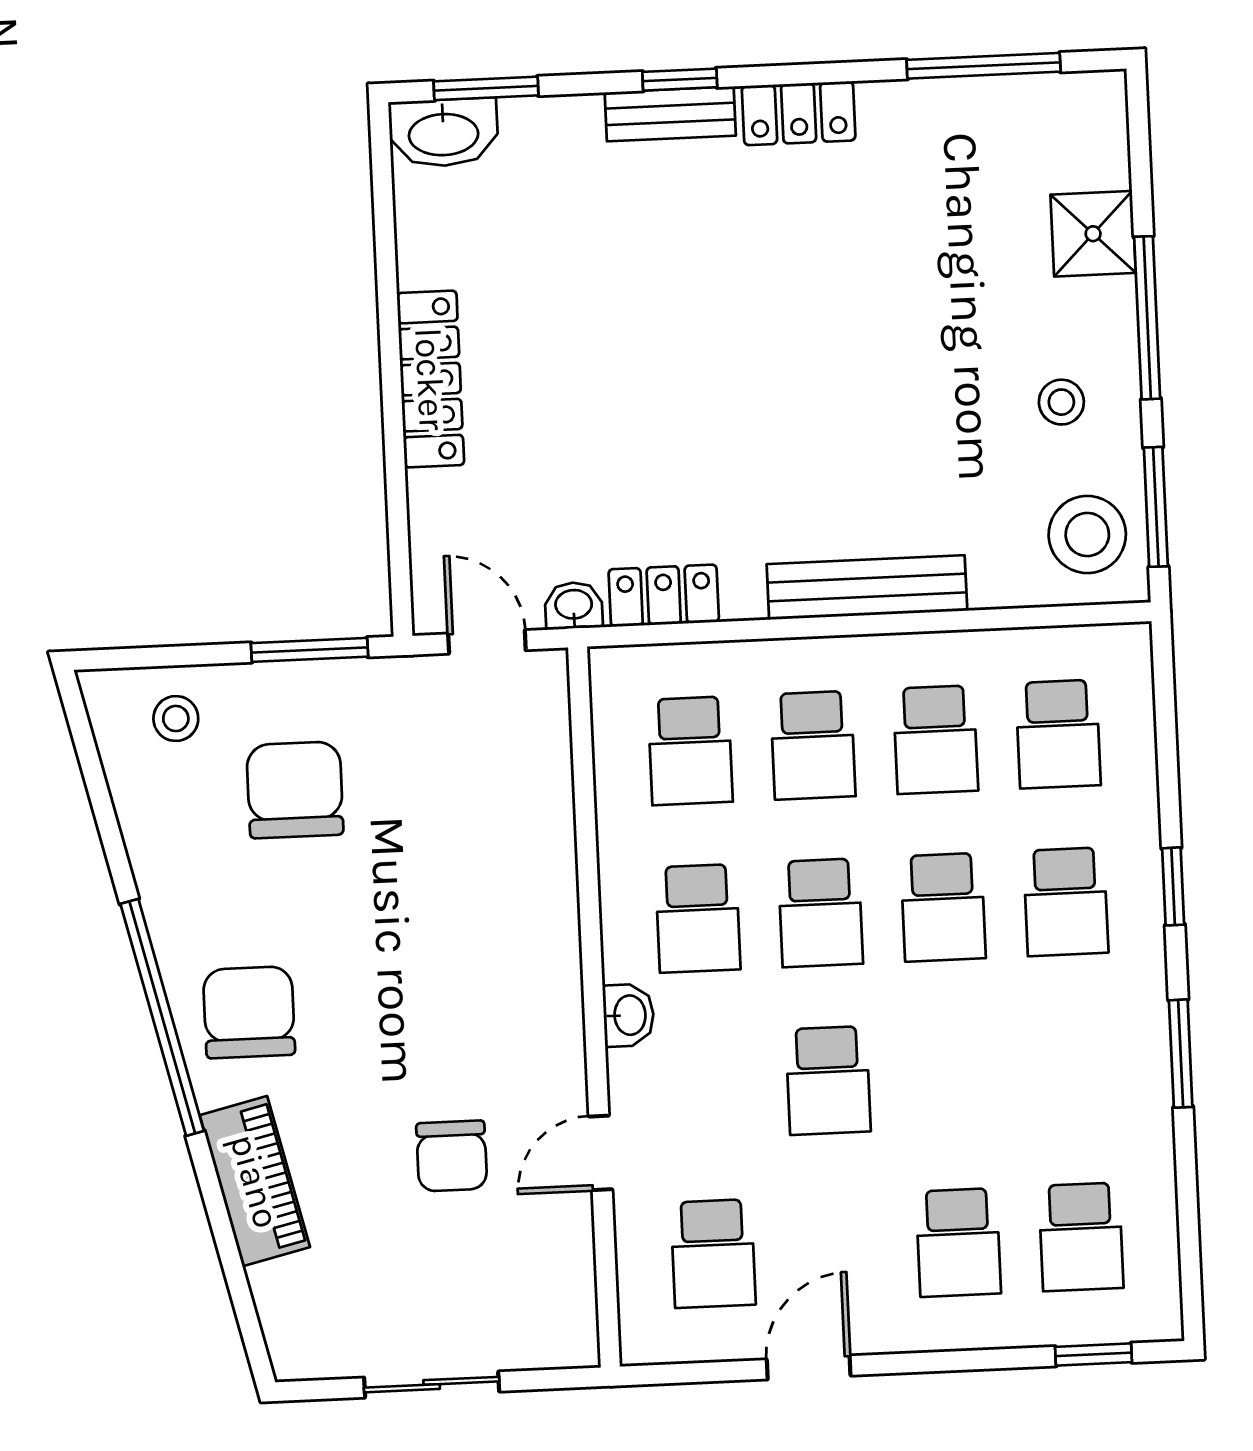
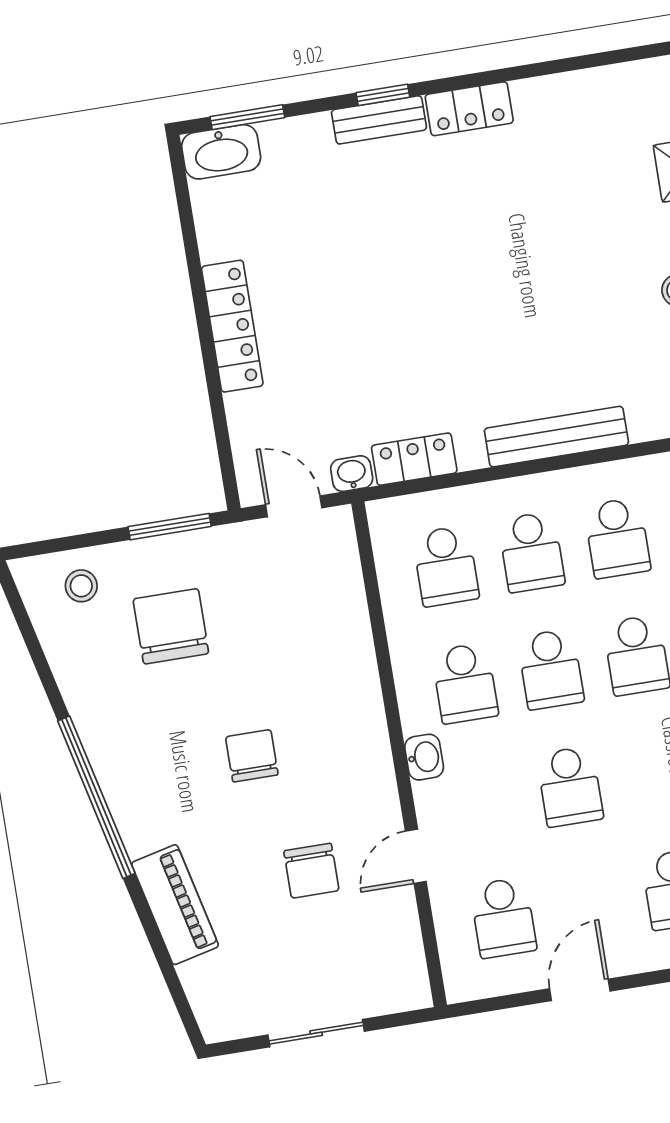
window: (984, 66) -> (595, 60), removed
chair: (249, 1012) -> (252, 756), moved, width x0.73, depth x0.73

